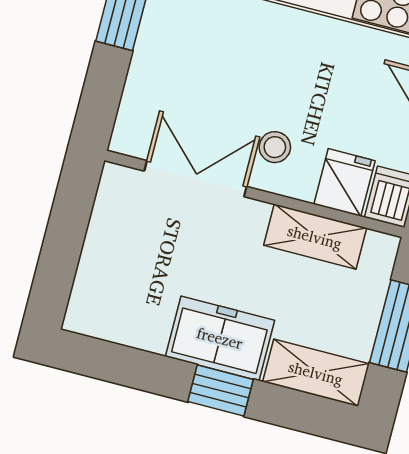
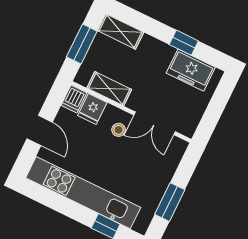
freezer: (220, 338) -> (191, 70), moved
window: (221, 391) -> (184, 43), moved

